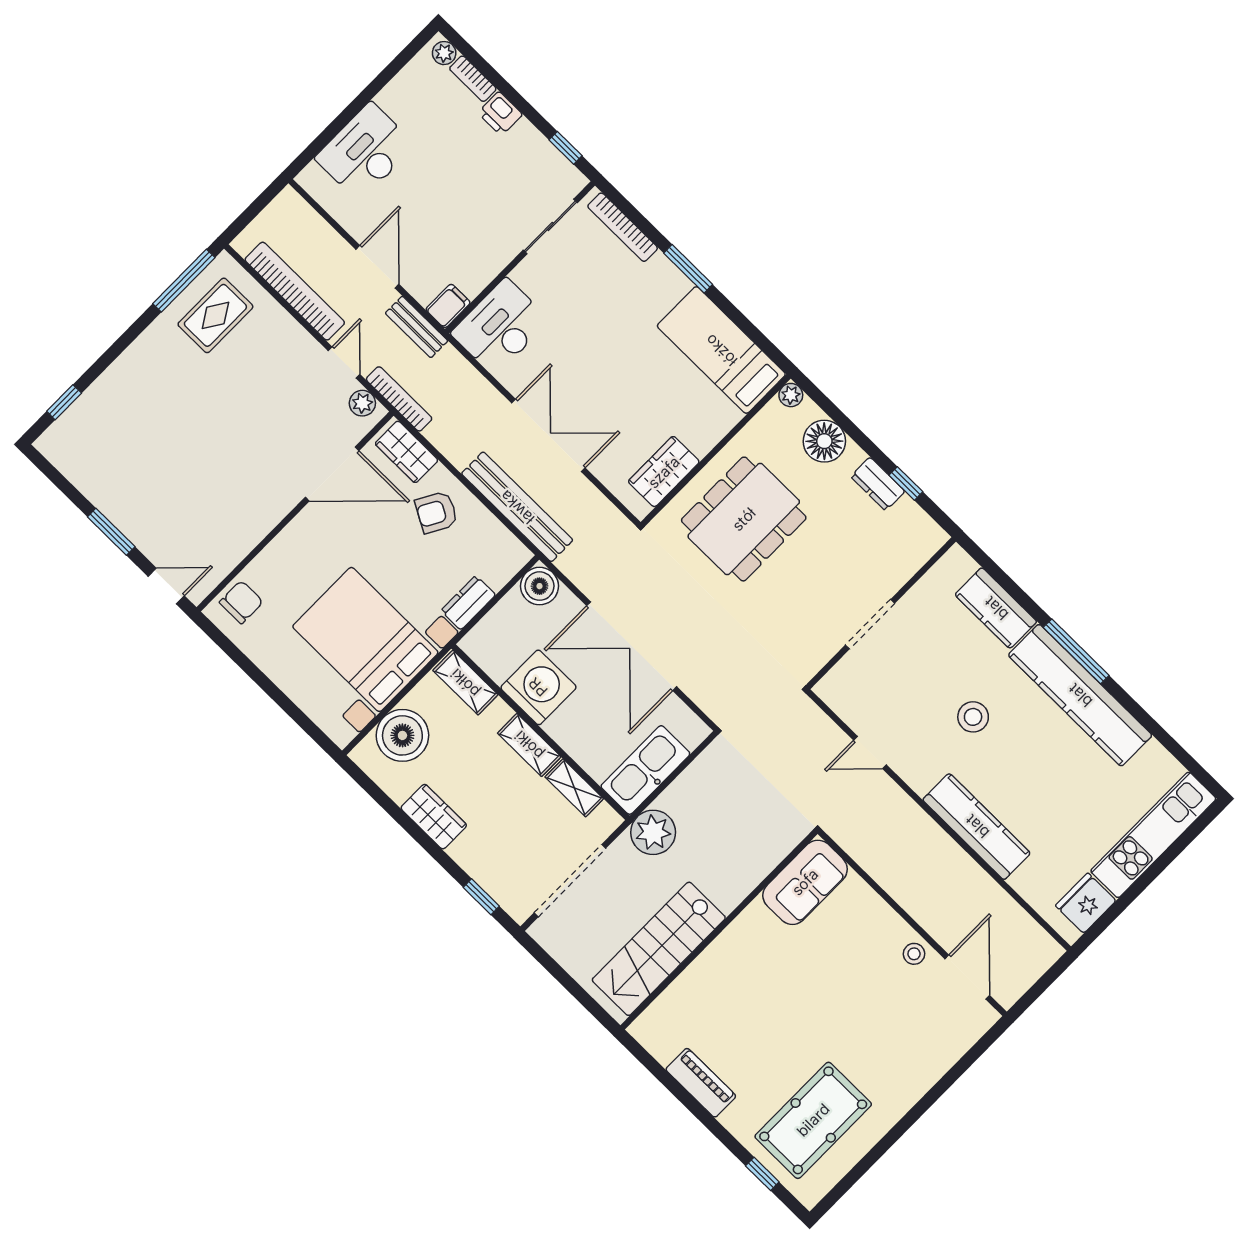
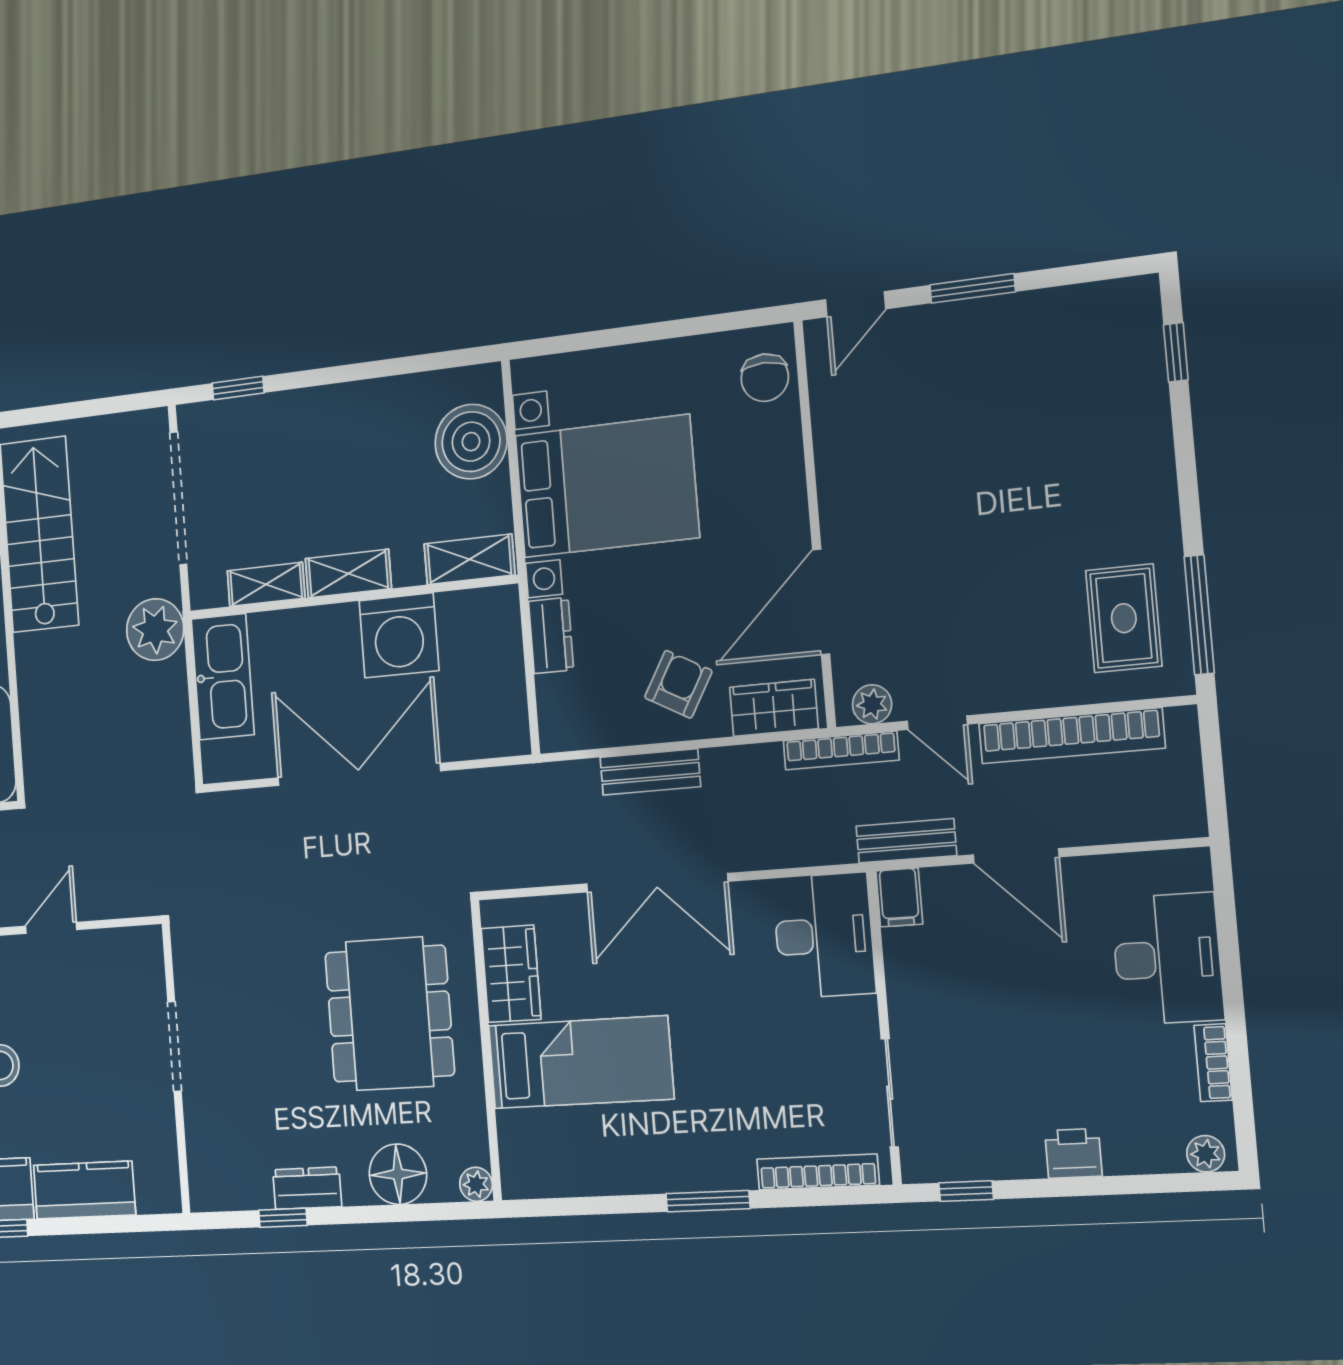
bookcase: (473, 79) -> (1213, 1063), moved, turned -90
bed: (721, 350) -> (581, 1062), moved
bench: (517, 507) -> (650, 772), width x0.54, depth x0.82
boiler: (540, 586) -> (503, 730), removed
wardrobe: (434, 817) -> (359, 405), removed

